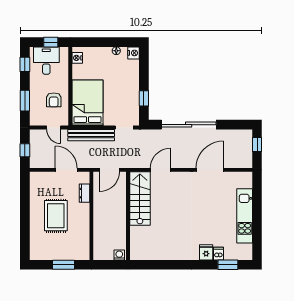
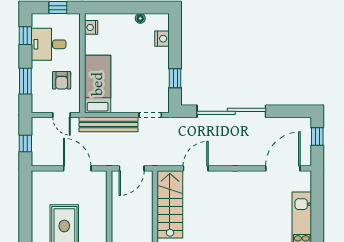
nightstand: (134, 53) -> (162, 39), moved
desk: (46, 61) -> (49, 44), moved, turned -90
bed: (87, 103) -> (98, 84), width x0.67
door: (210, 170) -> (283, 168), moved
dresser: (85, 193) -> (100, 197), removed

